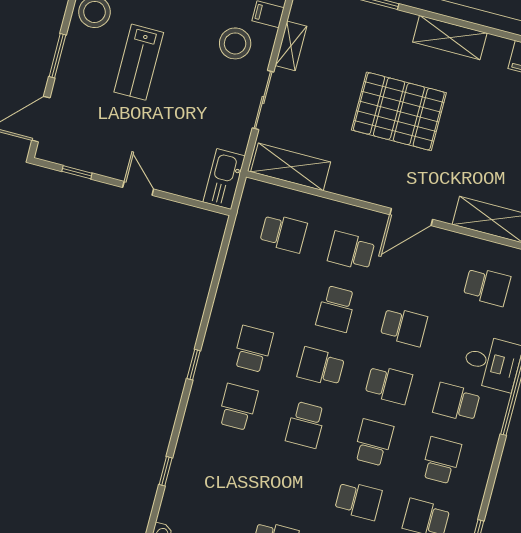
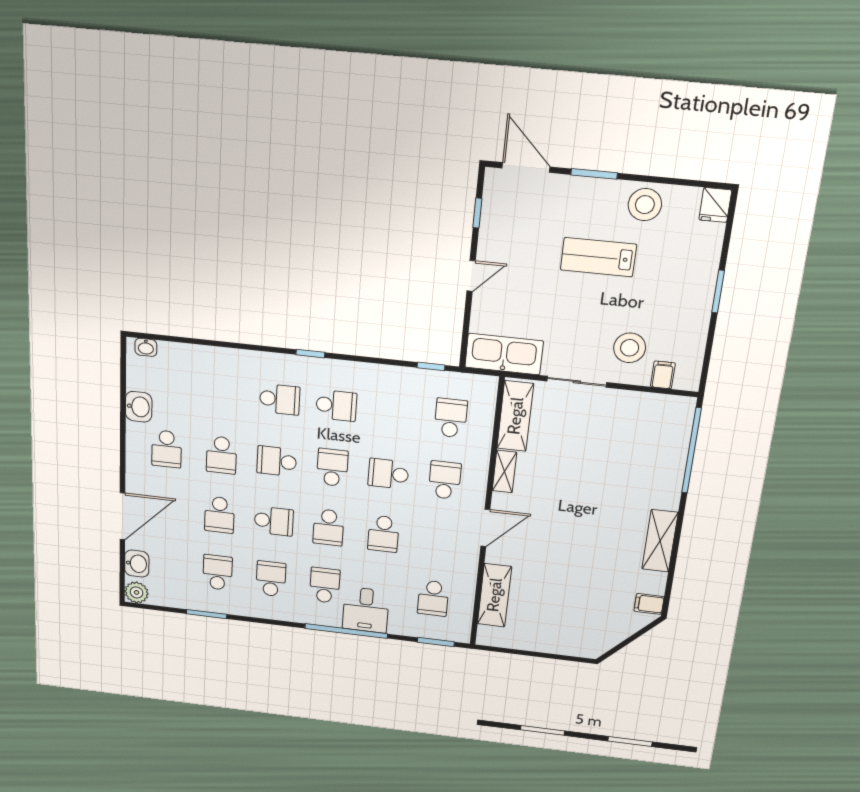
shelving: (291, 46) -> (504, 471), moved, turned 90
pallet: (399, 111) -> (583, 505), removed
kitchen sink: (224, 179) -> (504, 354), width x1.36, depth x1.24
door: (411, 217) -> (485, 528), swing flipped
school desk: (283, 233) -> (451, 418), turned 180
school desk: (441, 460) -> (271, 579), turned -90
window: (166, 471) -> (431, 366), moved
school desk: (290, 483) -> (221, 455), added

